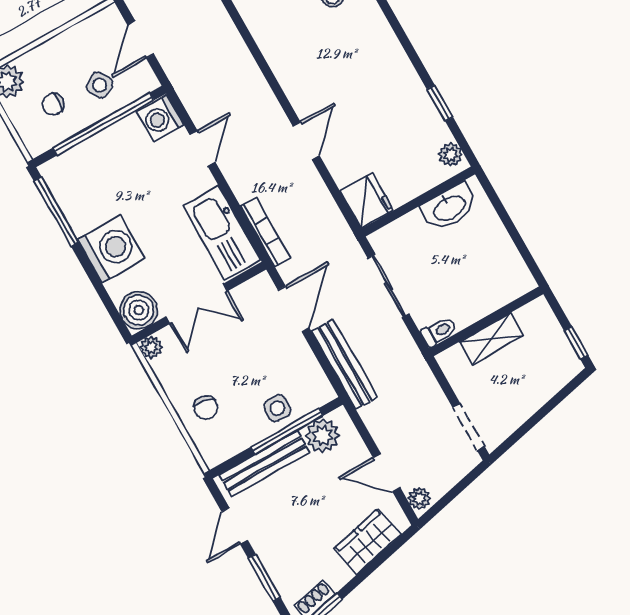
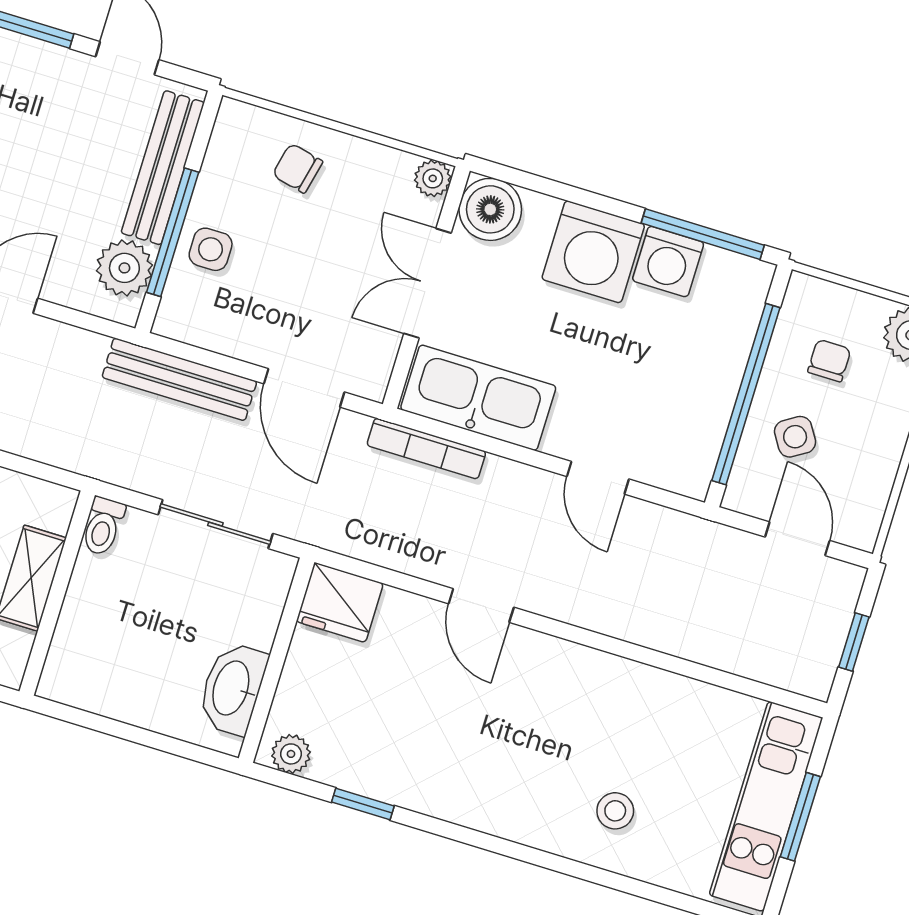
washing machine: (160, 118) -> (668, 262), moved, turned 180

